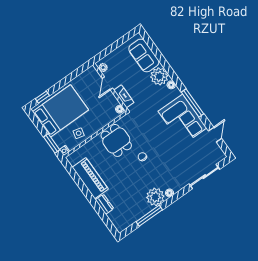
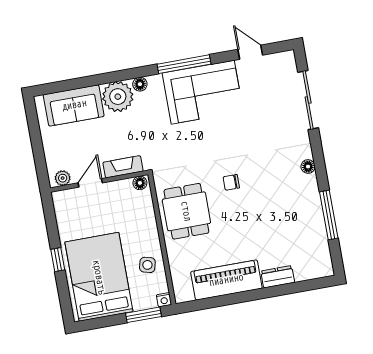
door: (107, 83) -> (90, 183), swing flipped
window: (42, 97) -> (58, 260), moved
dining table: (116, 140) -> (186, 211), turned 90
plant: (155, 197) -> (304, 192), removed

